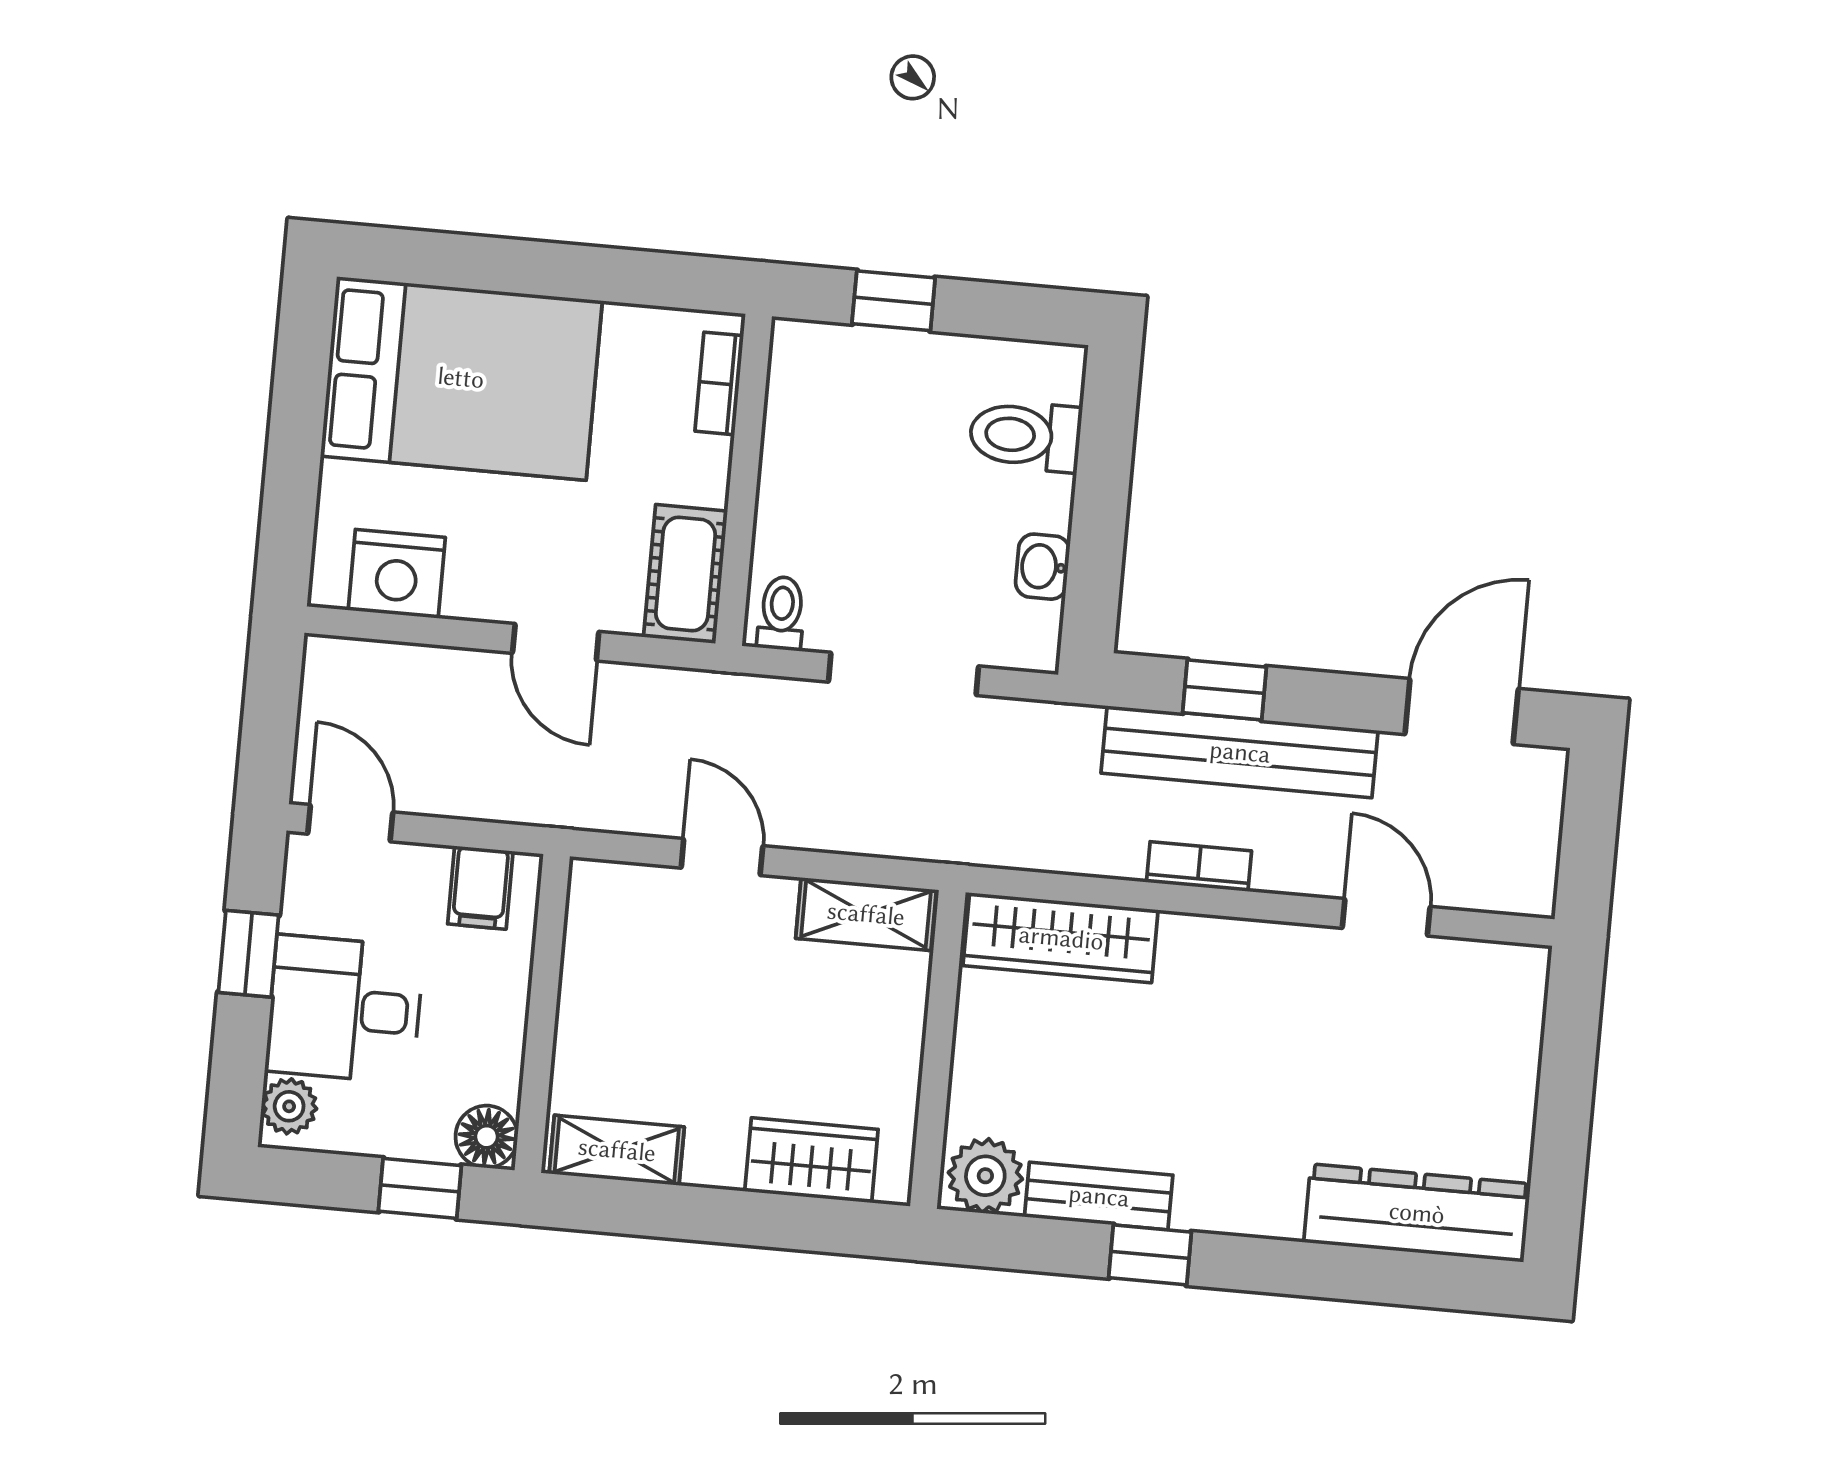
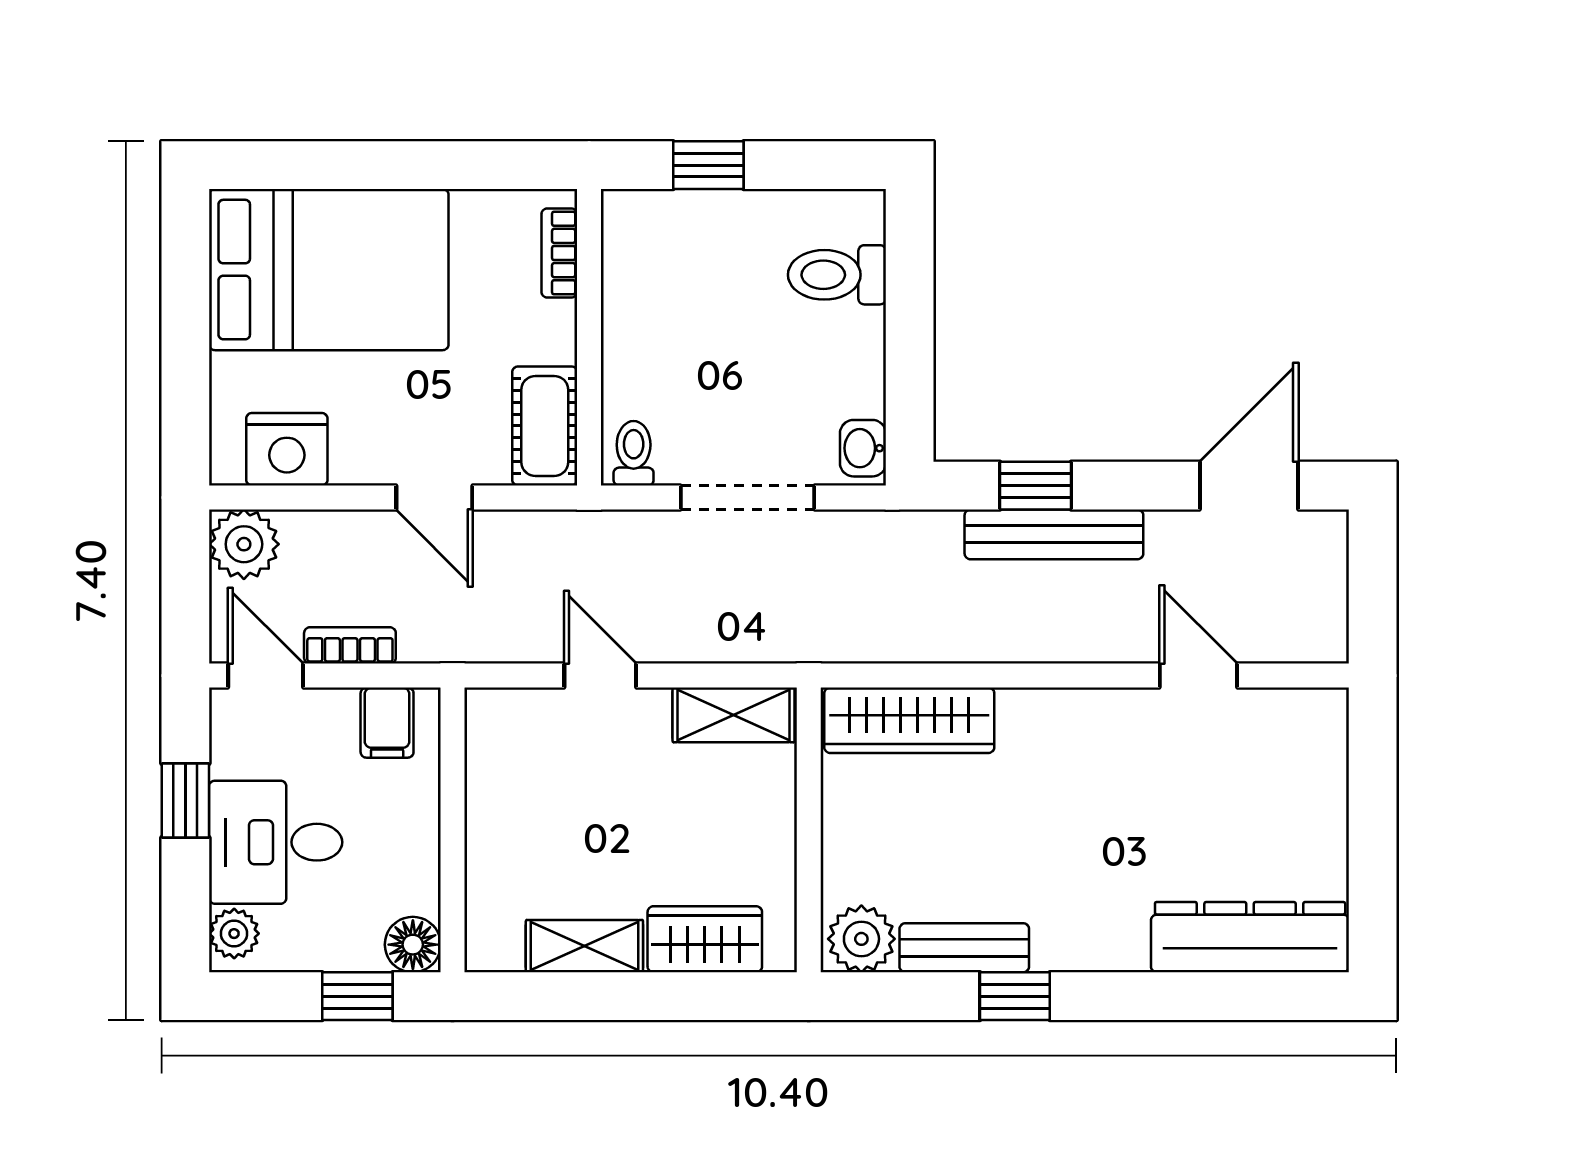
washbasin: (1043, 567) -> (863, 448), moved
plant: (339, 675) -> (244, 544), added
bench: (1240, 752) -> (1054, 534), width x0.73, depth x0.82
bookcase: (1199, 867) -> (350, 645), moved
shelving: (617, 1150) -> (584, 946), moved

